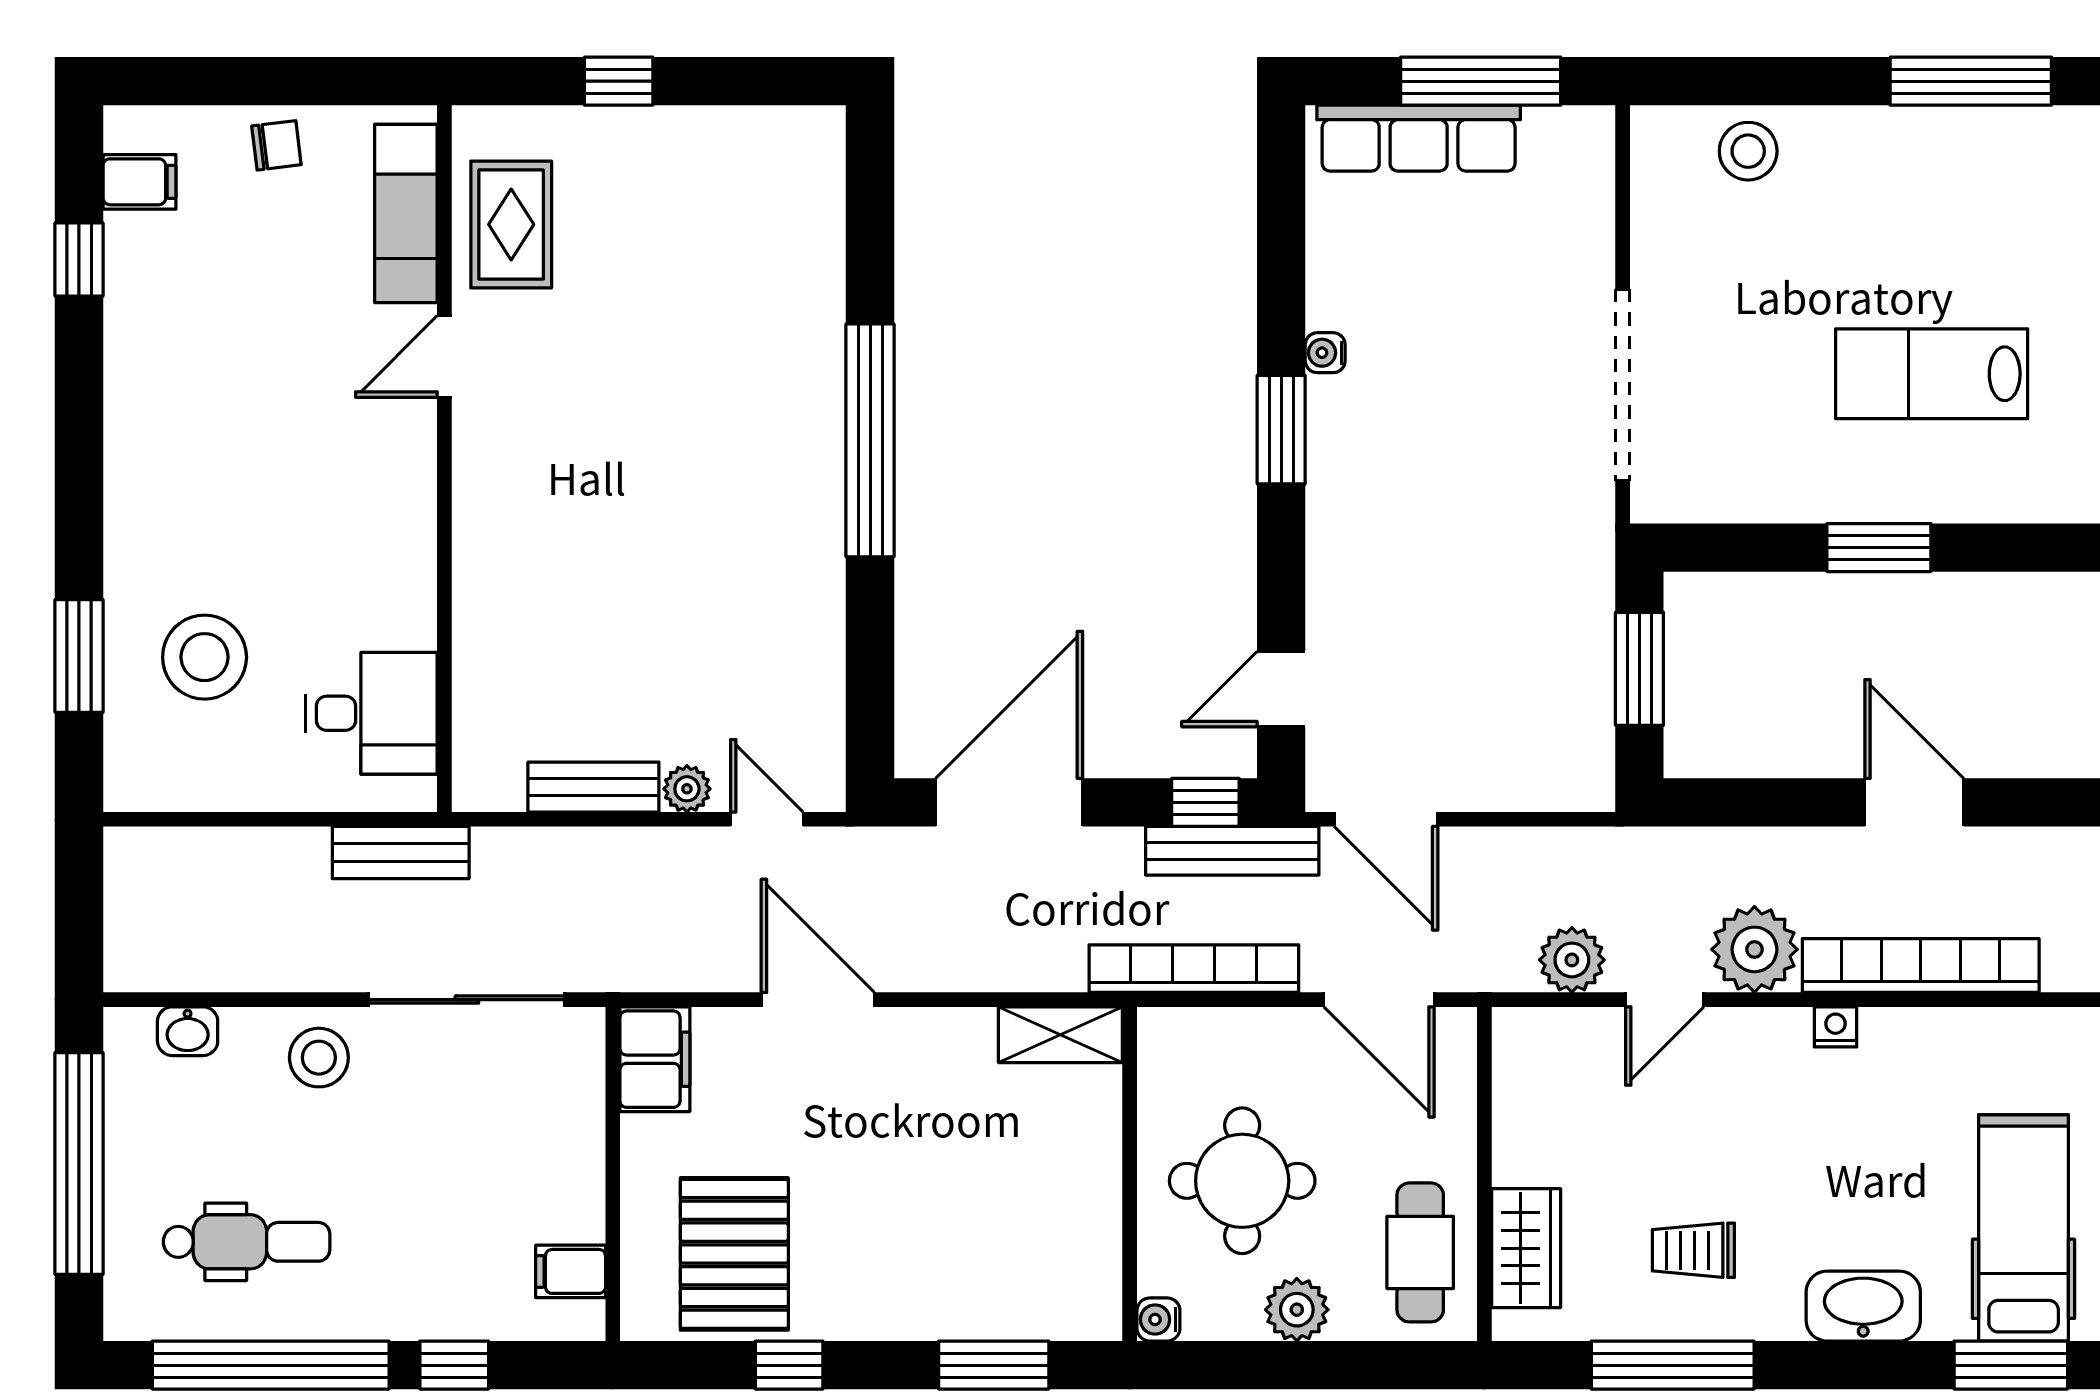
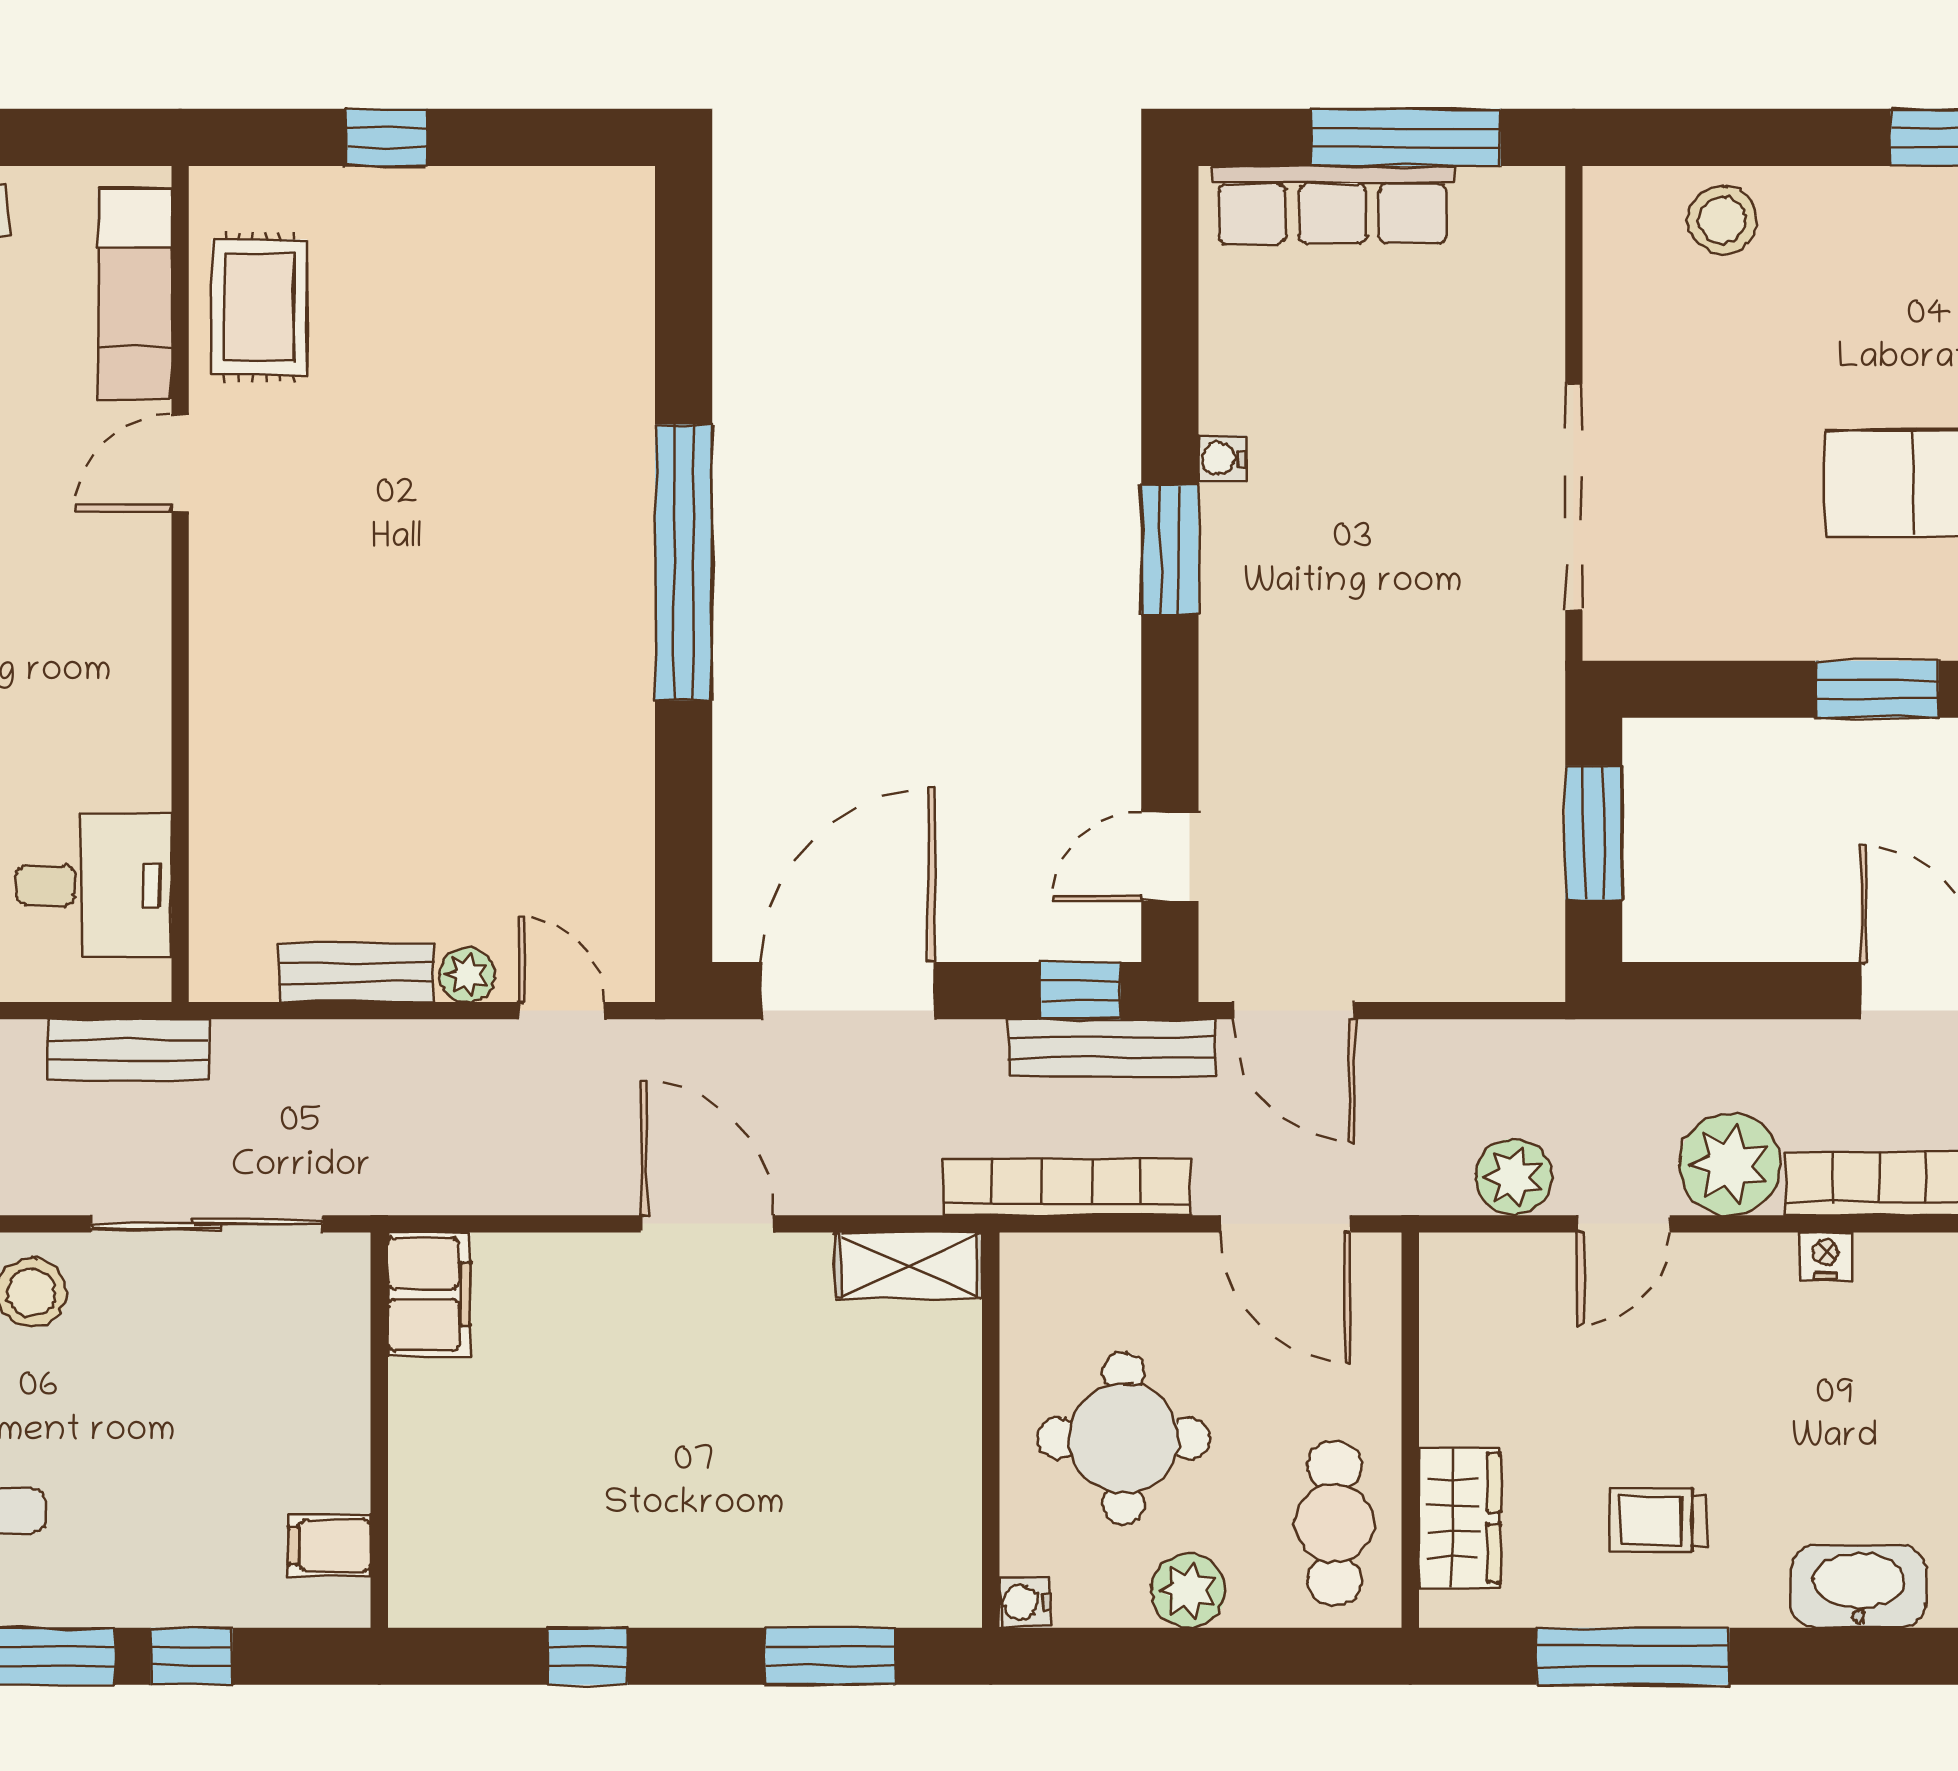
door: (818, 1000) -> (707, 1224), moved
pallet: (734, 1254) -> (523, 1525), removed

